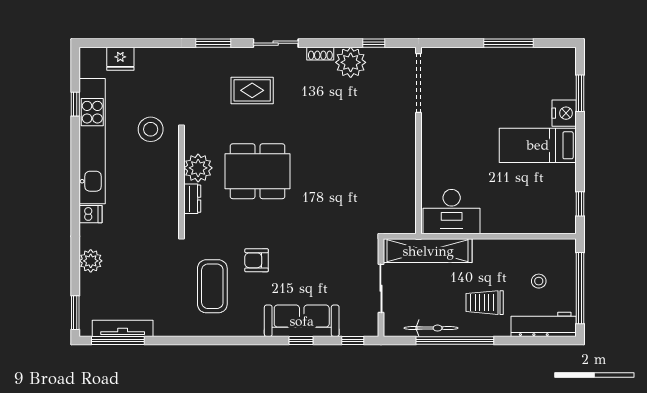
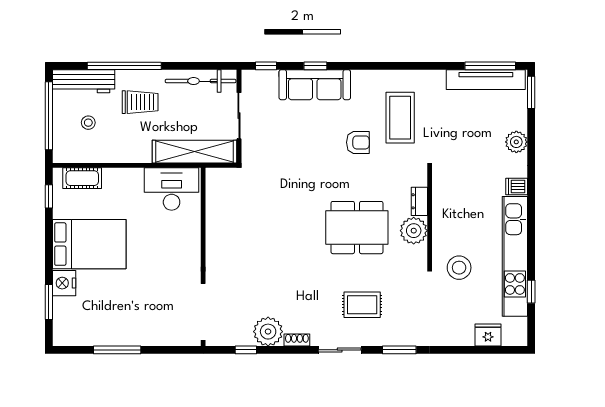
bed: (538, 145) -> (89, 244), width x1.50
cot: (545, 223) -> (82, 178), added
tv unit: (123, 328) -> (486, 80), width x1.36, depth x1.29
bicycle: (431, 328) -> (201, 81), width x1.37, depth x1.40
window: (455, 341) -> (124, 66), moved

